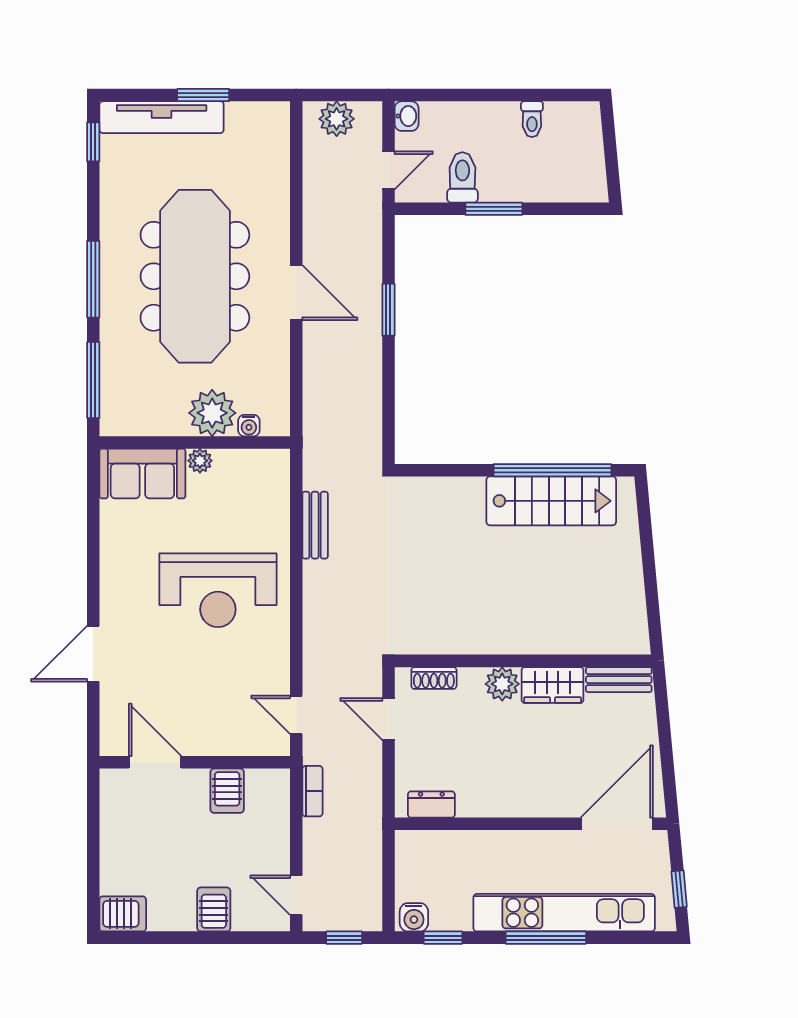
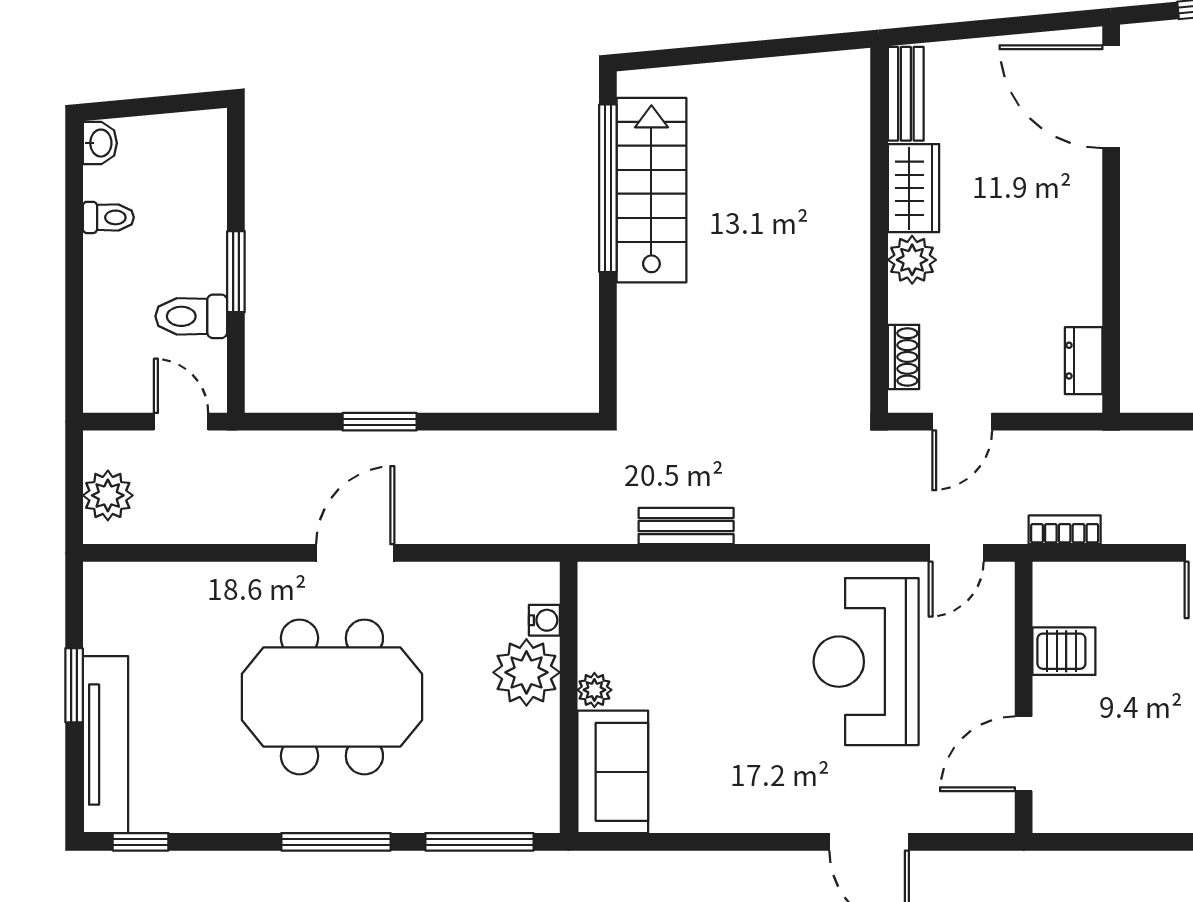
washbasin: (407, 116) -> (100, 143), moved, turned 90
meeting table: (195, 276) -> (332, 697), width x0.73
reception desk: (218, 590) -> (866, 662), moved, turned 180

